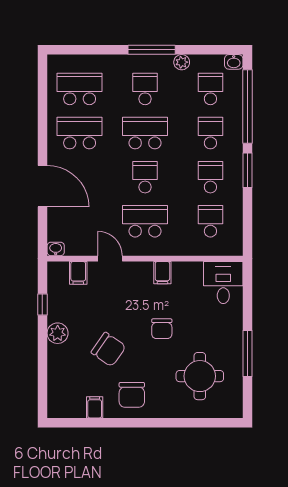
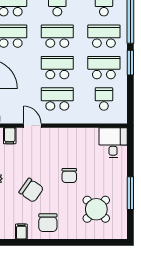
school desk: (210, 133) -> (104, 36), width x1.85
school desk: (145, 177) -> (57, 68), width x1.85
school desk: (210, 177) -> (104, 68), width x1.85
filing cabinet: (162, 273) -> (70, 136), removed
round table: (200, 376) -> (96, 209), turned 45

